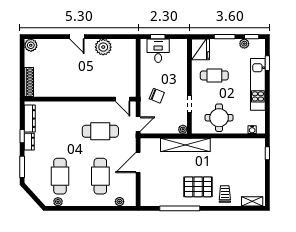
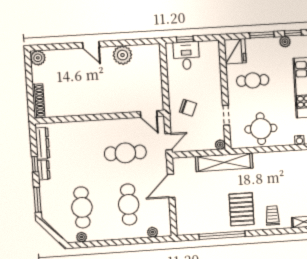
pallet: (198, 187) -> (242, 209), turned 90

